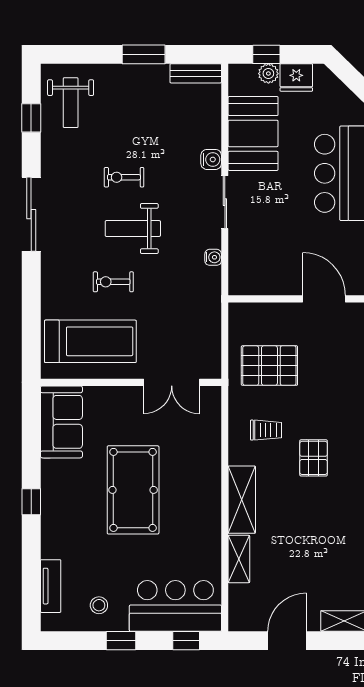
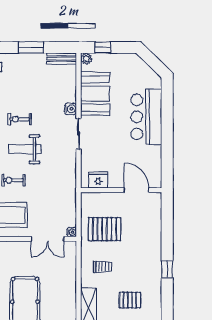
plant: (268, 74) -> (86, 59), moved
fridge: (296, 77) -> (98, 180), moved, turned 180
water cooler: (213, 257) -> (72, 232), moved
pallet: (314, 458) -> (130, 300), moved, turned 90

